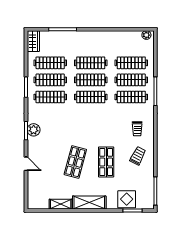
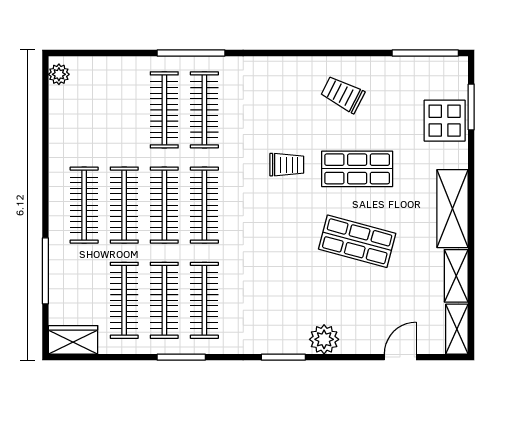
clothes rail: (131, 63) -> (84, 205), moved
trolley: (137, 129) -> (287, 165), moved
plant: (34, 130) -> (324, 339), moved
door: (26, 164) -> (400, 357), moved
shelving: (38, 204) -> (457, 329), added

